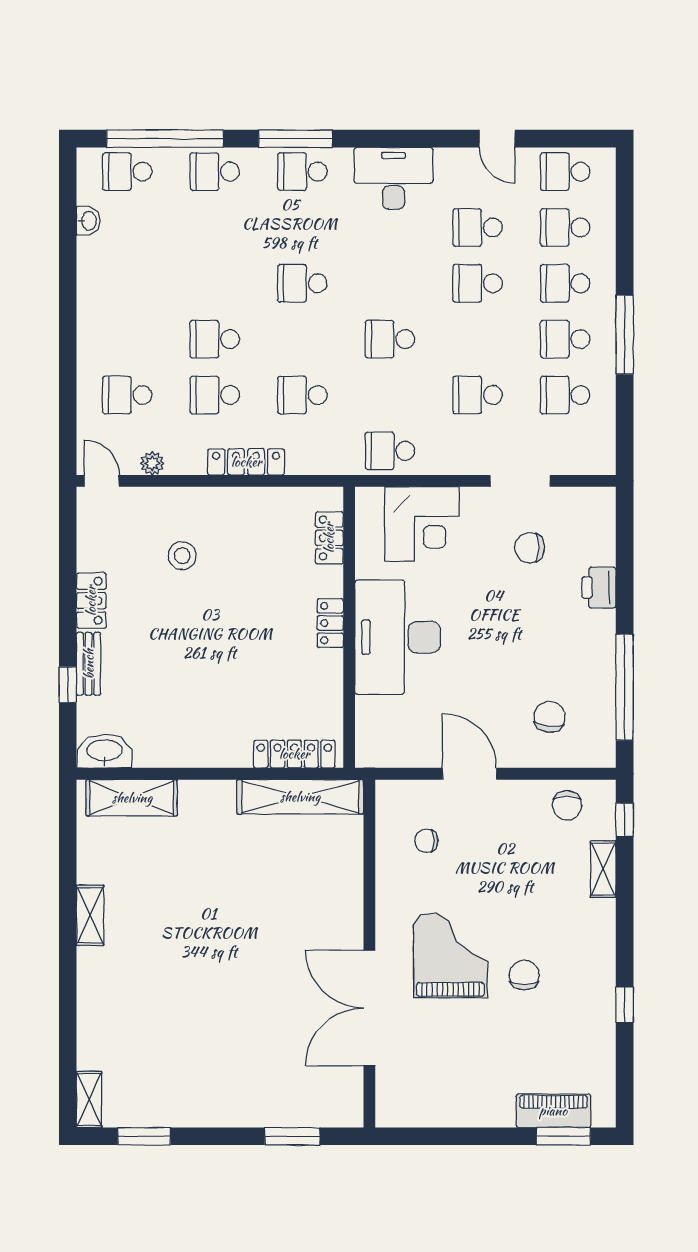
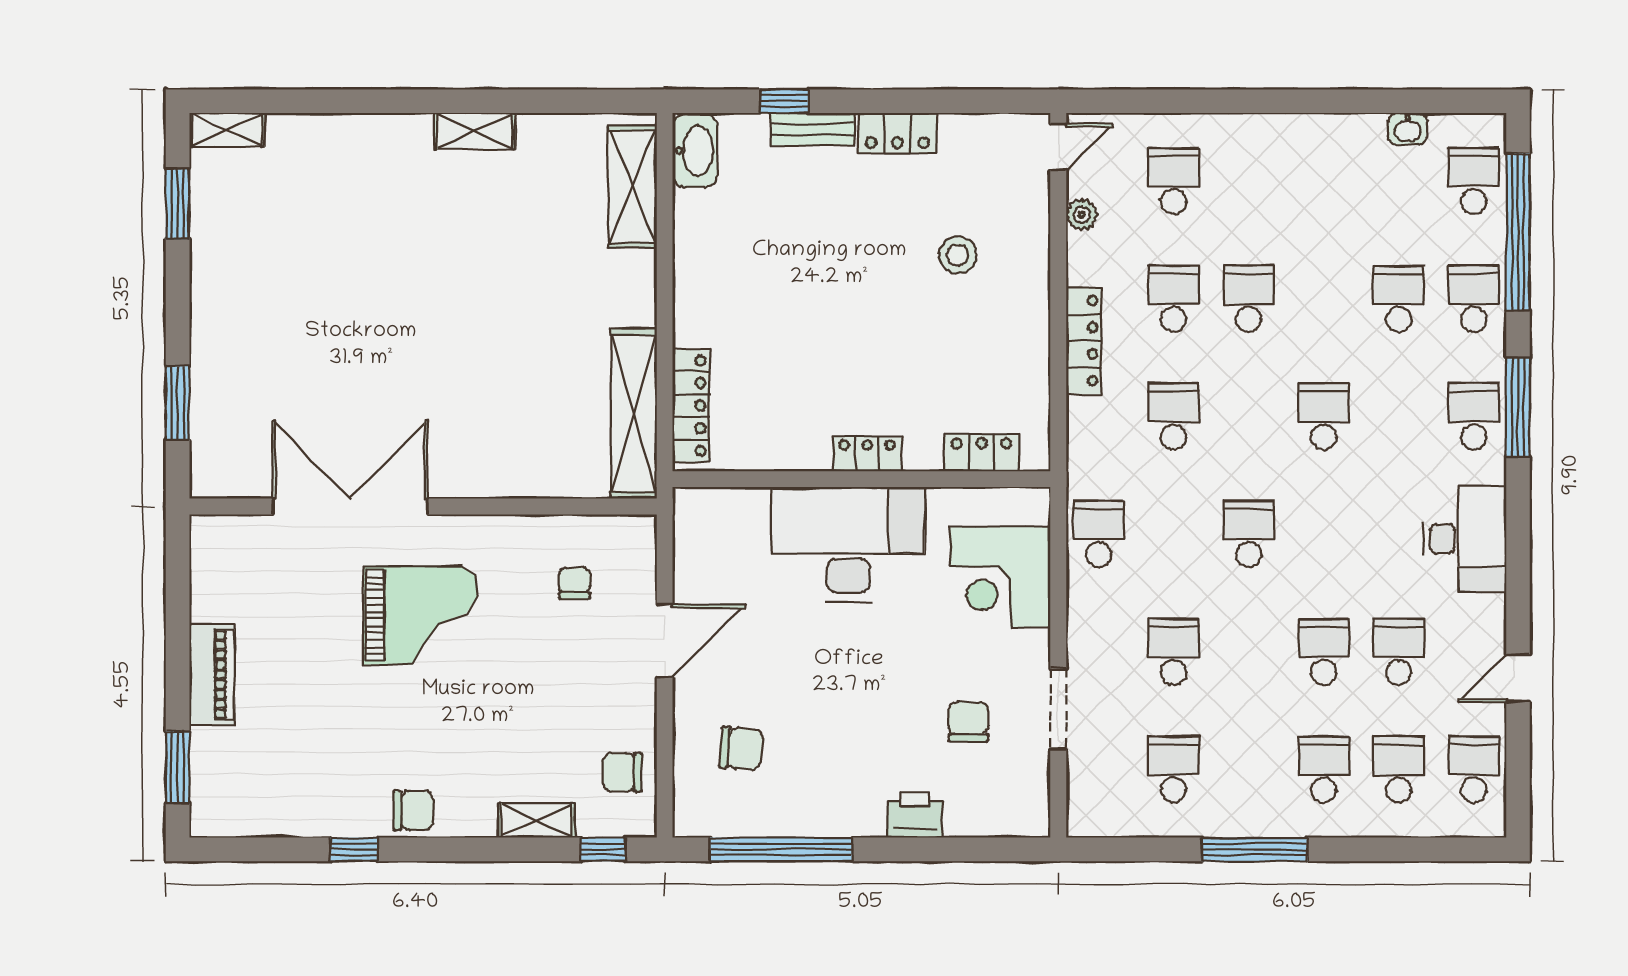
school desk: (565, 339) -> (1399, 299), moved
chair: (524, 975) -> (413, 810), moved
piano: (553, 1111) -> (212, 674), moved

